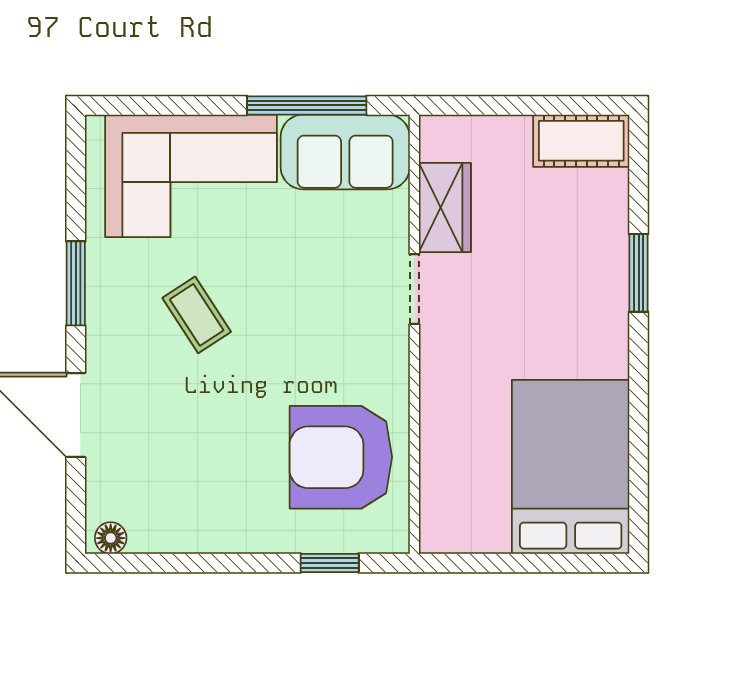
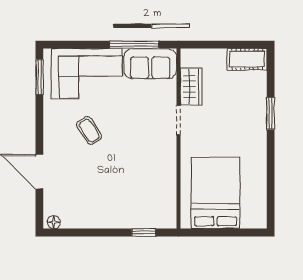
window: (76, 283) -> (39, 77), moved
armchair: (341, 457) -> (148, 189), removed
bed: (571, 467) -> (216, 193), moved

